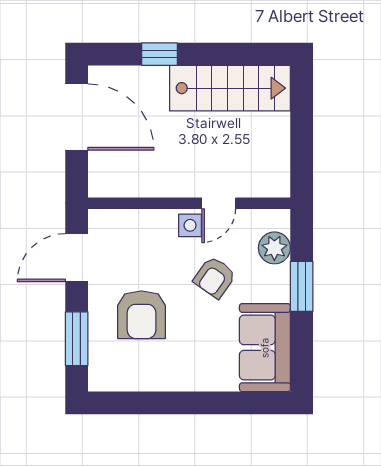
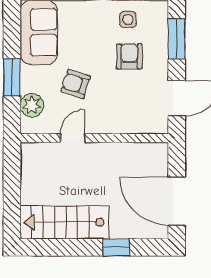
side table: (190, 225) -> (128, 19), moved
armchair: (215, 277) -> (76, 84), turned -107
armchair: (141, 315) -> (129, 56), width x0.72, depth x0.72

